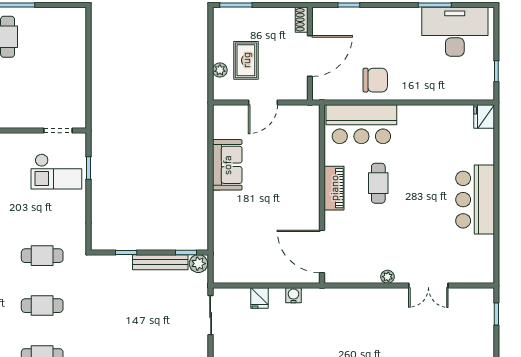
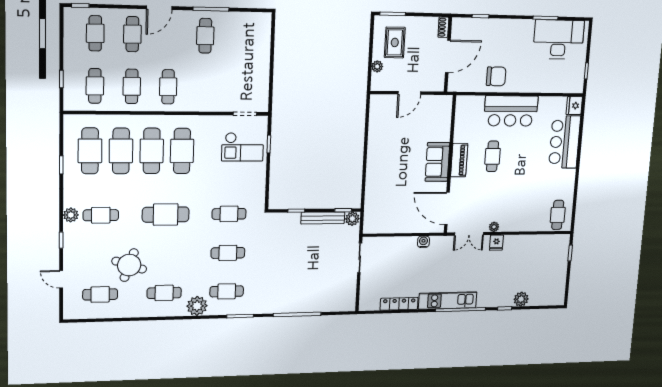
rug: (246, 60) -> (395, 42), moved
bar counter: (361, 124) -> (511, 111), moved
sofa: (227, 165) -> (437, 162), moved, turned 180
bar counter: (475, 200) -> (565, 142), moved
cafe table: (474, 262) -> (558, 215), added
double door: (428, 286) -> (469, 234), moved
fridge: (260, 298) -> (496, 243), moved

